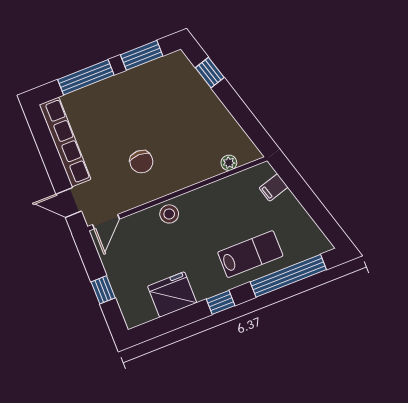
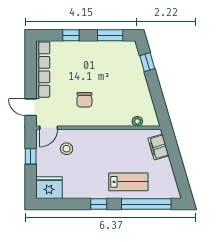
window: (86, 77) -> (71, 35), width x0.46
filing cabinet: (274, 188) -> (158, 147), width x2.00
stool: (169, 214) -> (66, 149), moved
window: (103, 290) -> (31, 156), moved
fridge: (172, 294) -> (49, 188), moved

